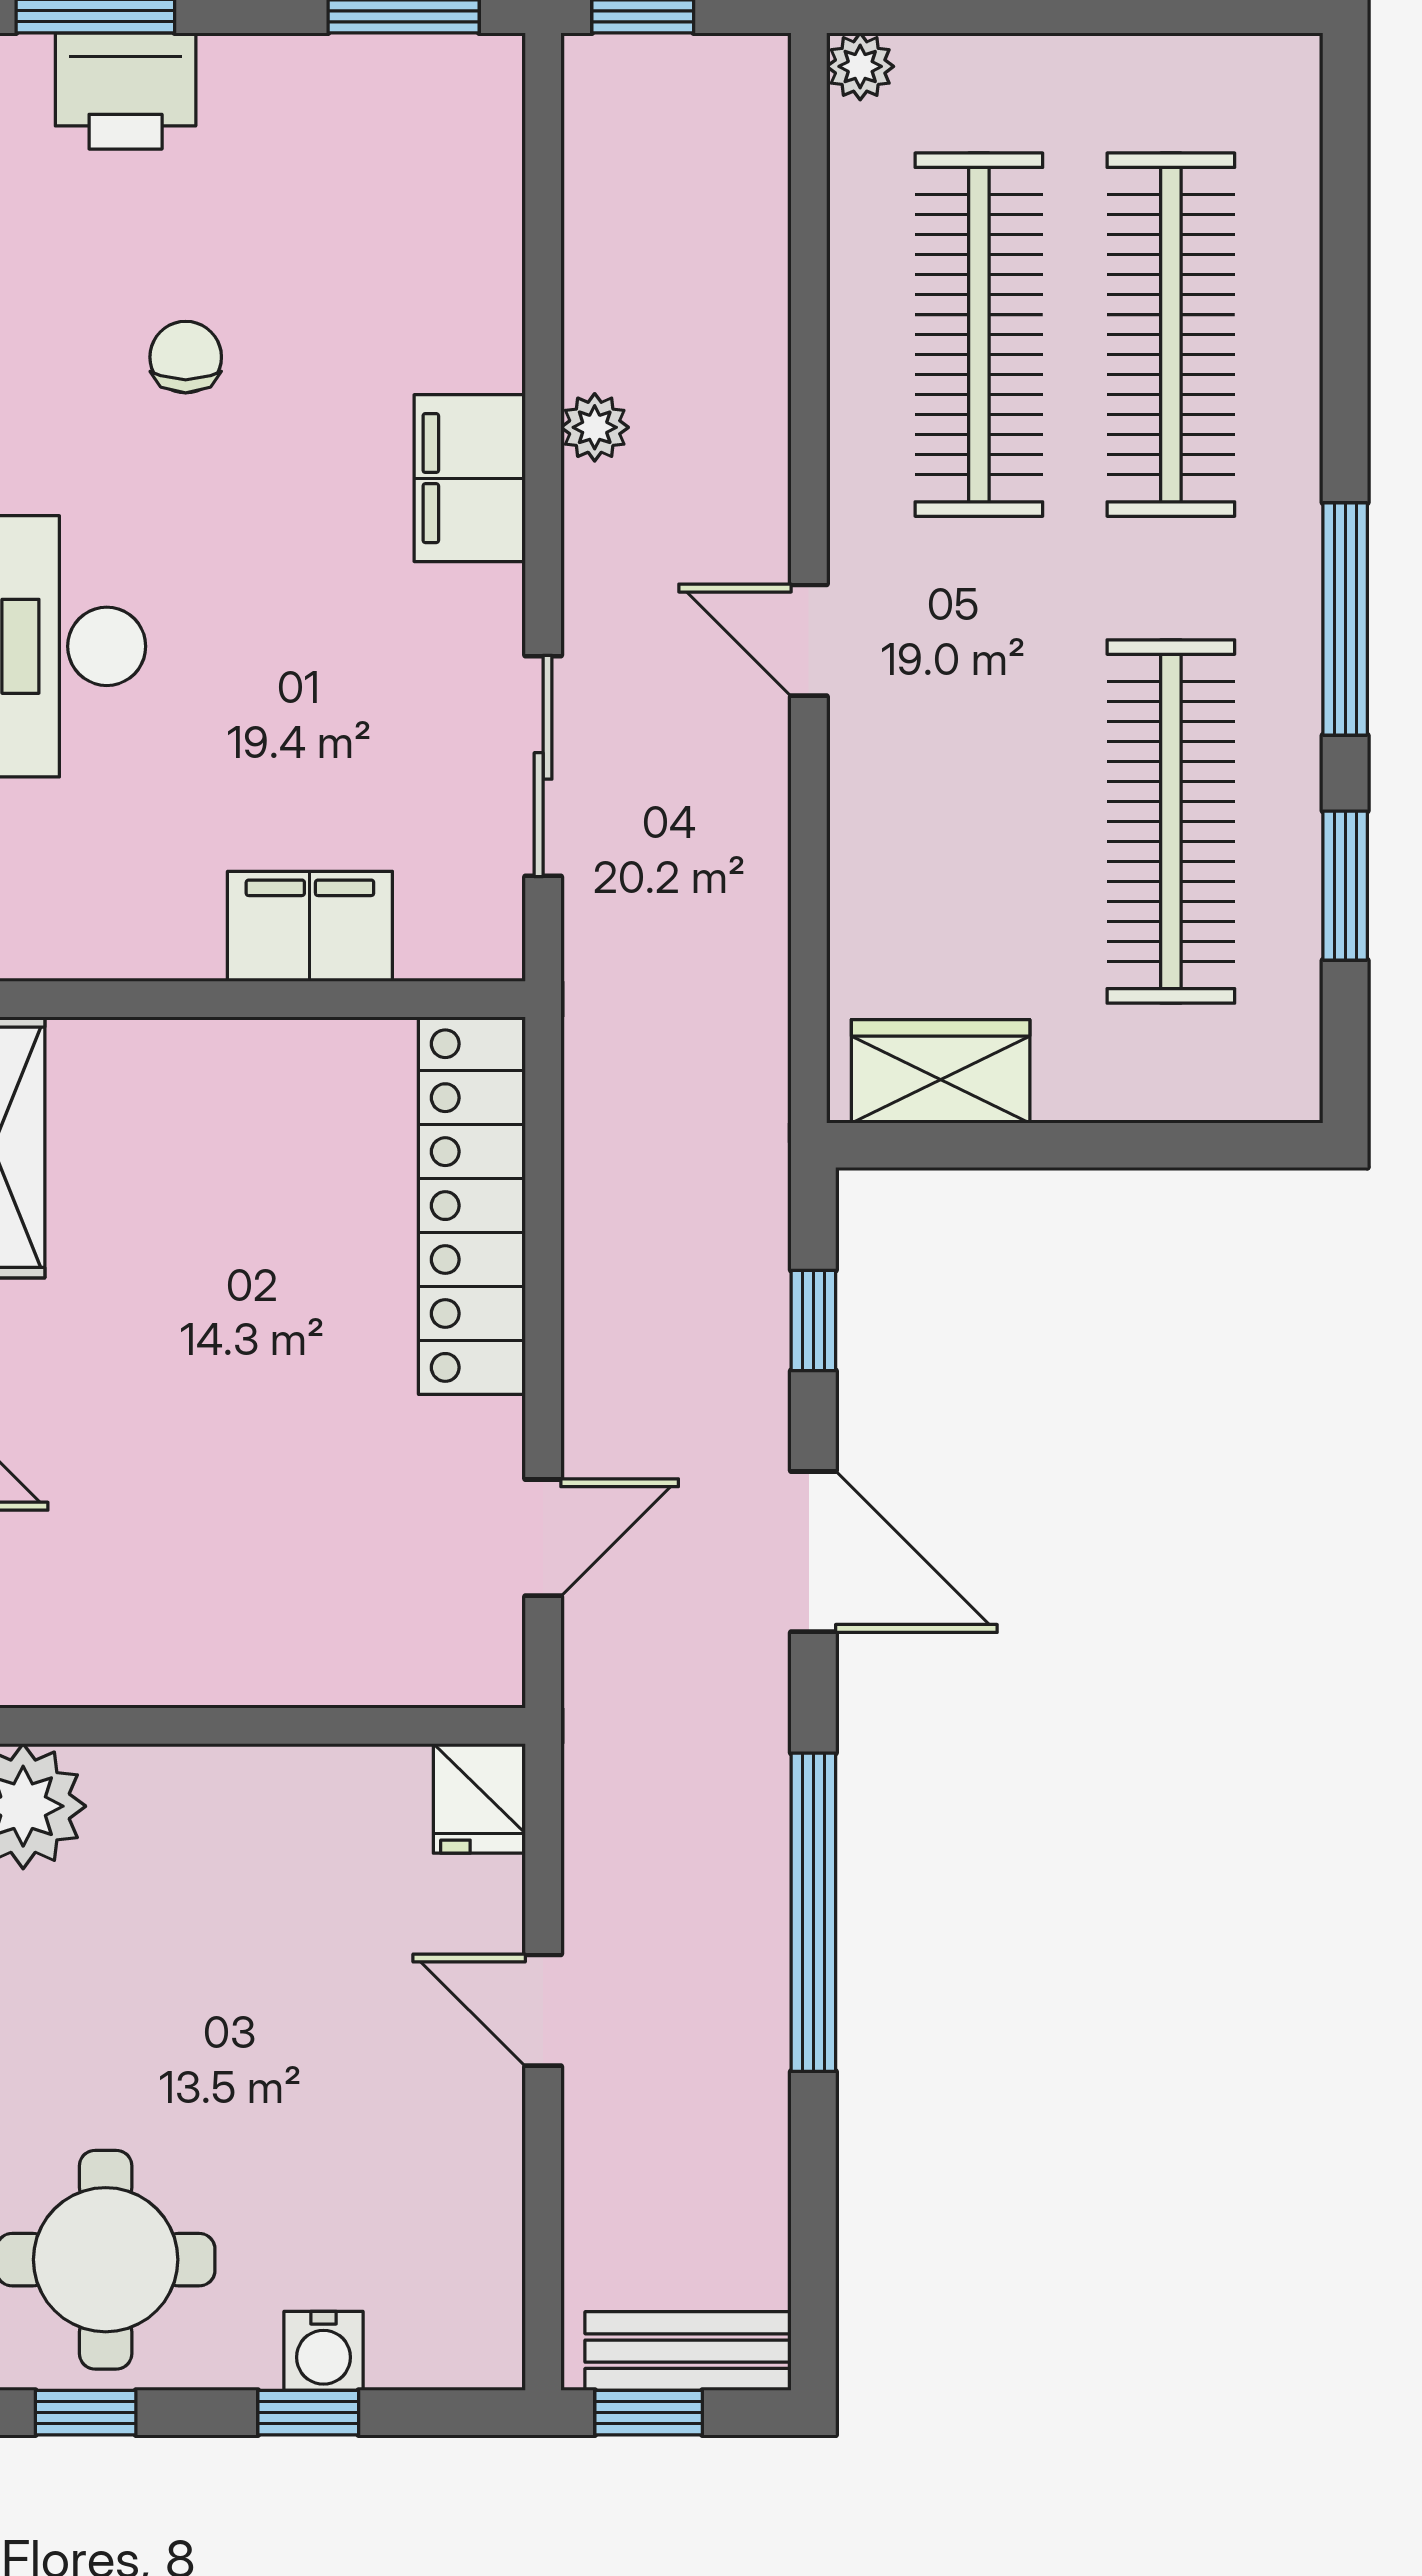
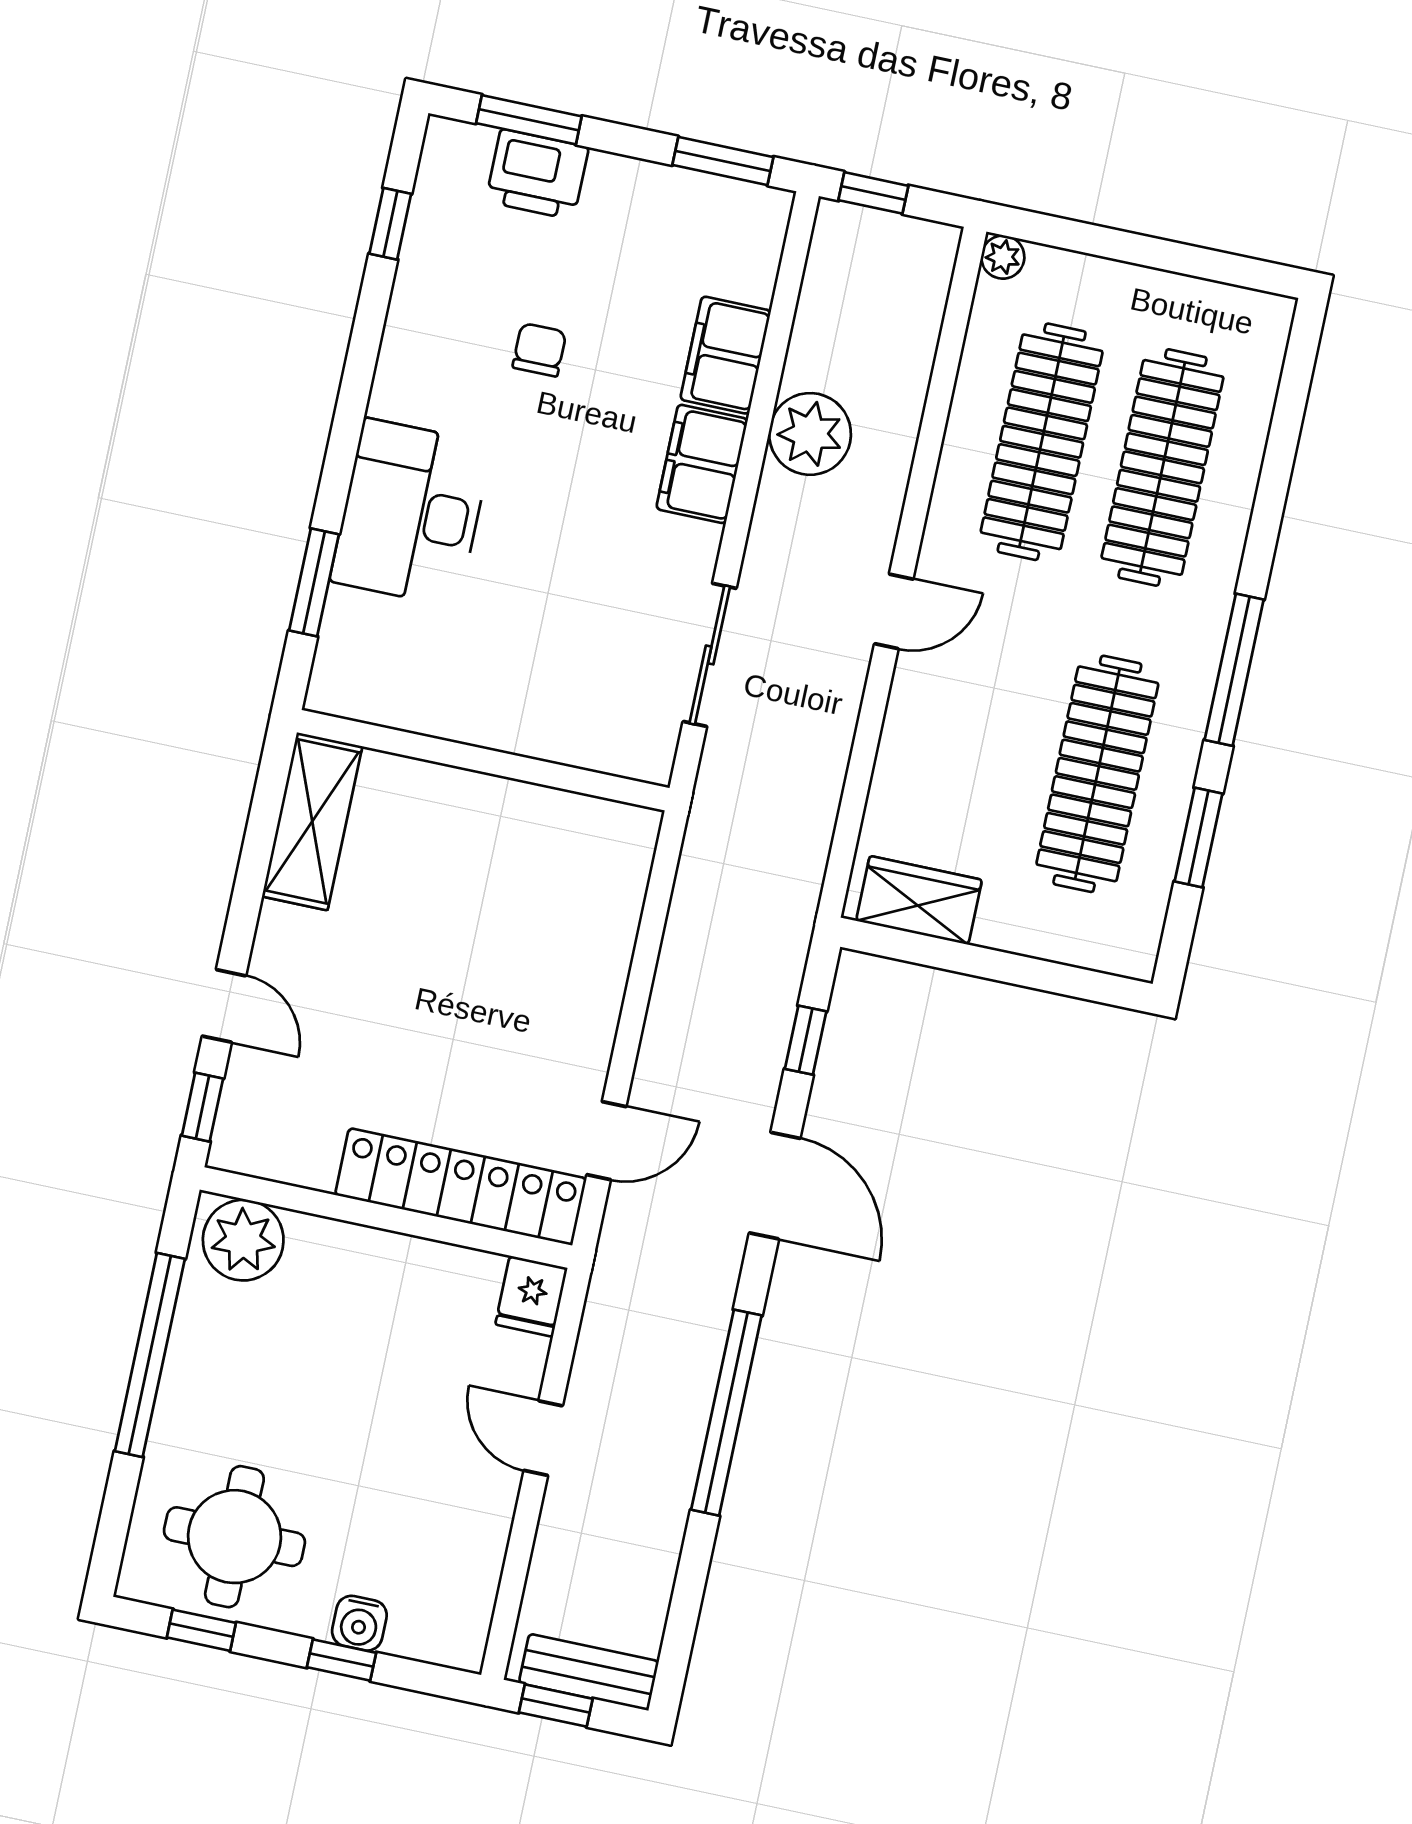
plant: (595, 427) -> (810, 434), width x1.88, depth x1.88
door: (809, 640) -> (894, 611), swing flipped
filing cabinet: (310, 926) -> (726, 355), moved, turned -90
locker: (472, 1206) -> (461, 1187), moved, turned 90

